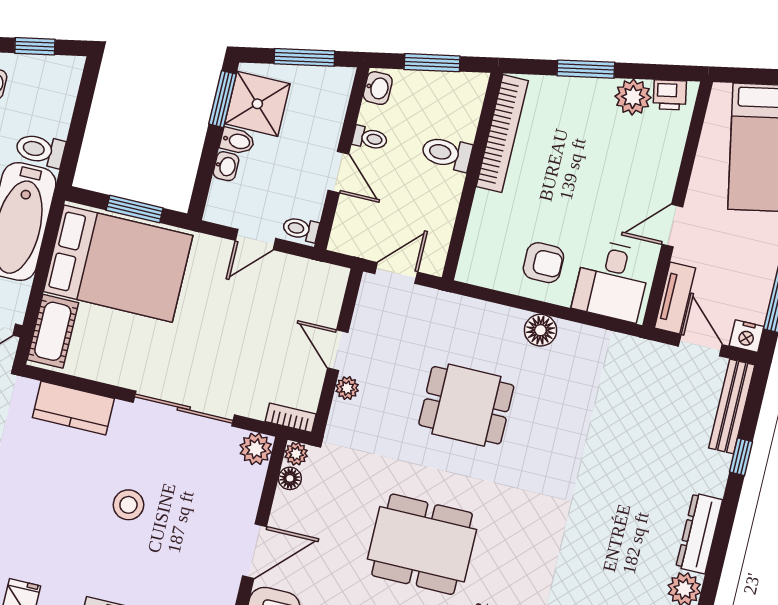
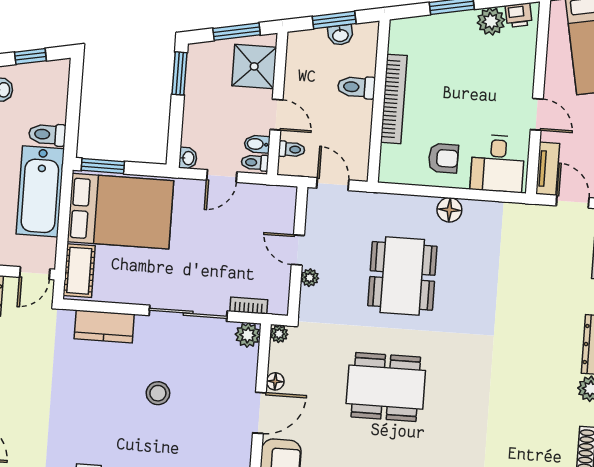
washbasin: (378, 88) -> (340, 35), moved, turned 79
shower: (257, 104) -> (254, 66), moved
bookcase: (502, 134) -> (394, 99), moved
toilet: (370, 138) -> (292, 149), moved
bidet: (237, 141) -> (257, 144), moved, turned 180
washbasin: (226, 166) -> (188, 158), moved
window: (135, 209) -> (103, 166), moved
door: (672, 226) -> (537, 114), swing flipped
door: (396, 273) -> (333, 184), hinge flipped
dining table: (466, 405) -> (402, 276), width x1.37
bookcase: (291, 418) -> (249, 306), moved
floor lamp: (290, 478) -> (275, 381), moved

